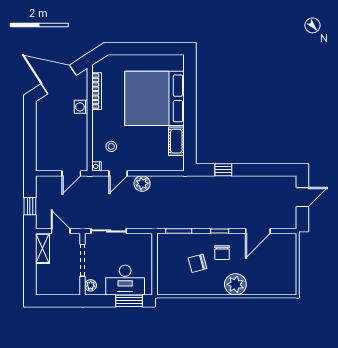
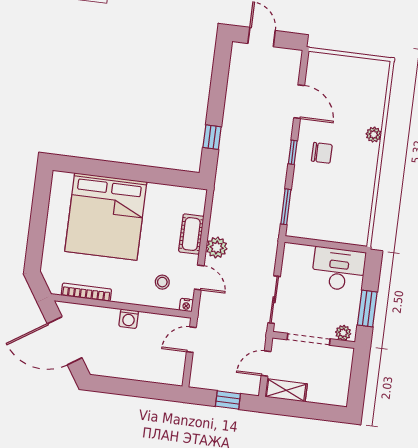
door: (59, 80) -> (65, 341), hinge flipped
washing machine: (81, 107) -> (129, 319), moved
cot: (176, 141) -> (191, 234), moved, turned 90
door: (71, 173) -> (191, 340), swing flipped
chair: (197, 263) -> (332, 187), removed
desk: (125, 280) -> (339, 269), moved, turned -90
plant: (235, 284) -> (374, 135), width x0.53, depth x0.53
window: (129, 301) -> (367, 308), moved

